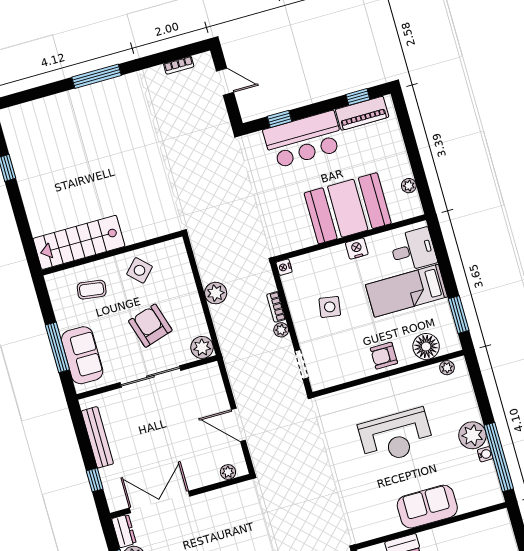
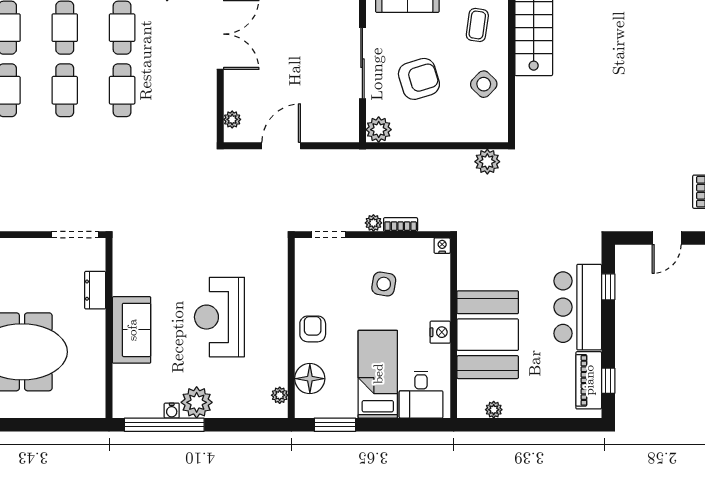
plant: (216, 293) -> (487, 162), moved

